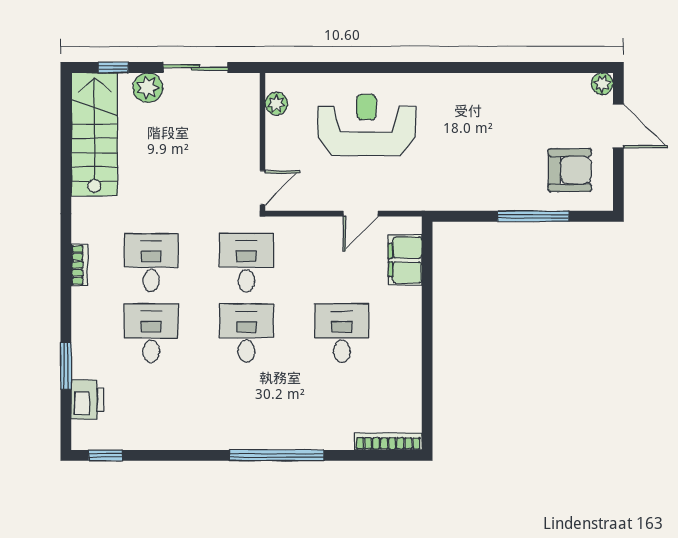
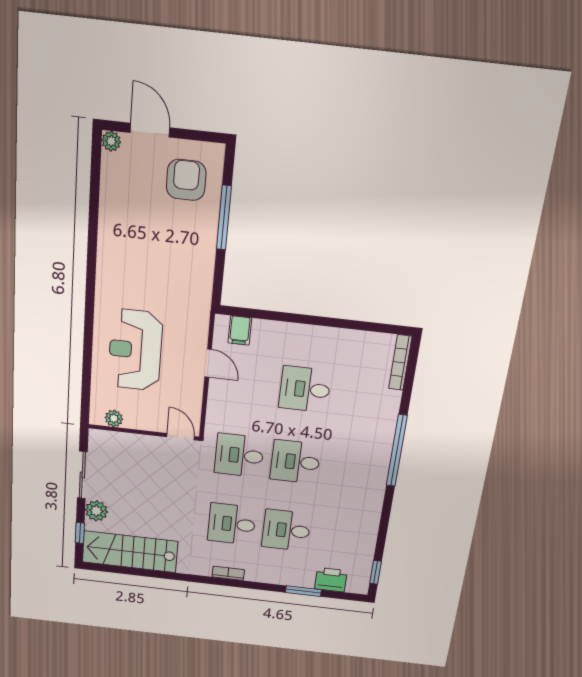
door: (618, 126) -> (150, 130), hinge flipped
filing cabinet: (405, 260) -> (240, 330), width x0.50

